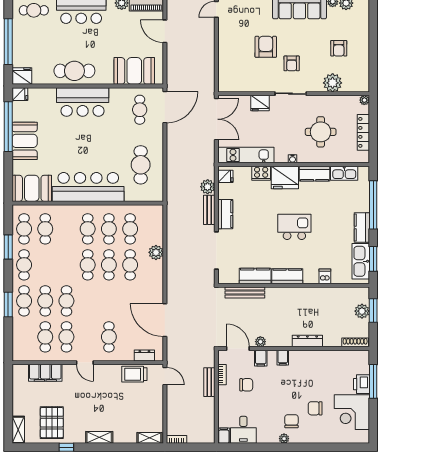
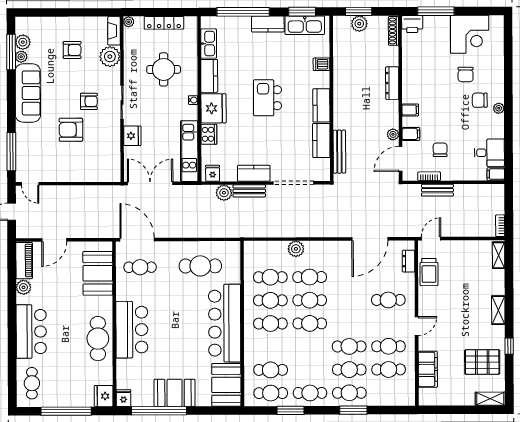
fireplace: (356, 87) -> (114, 31), added
printer: (361, 384) -> (412, 24), moved

